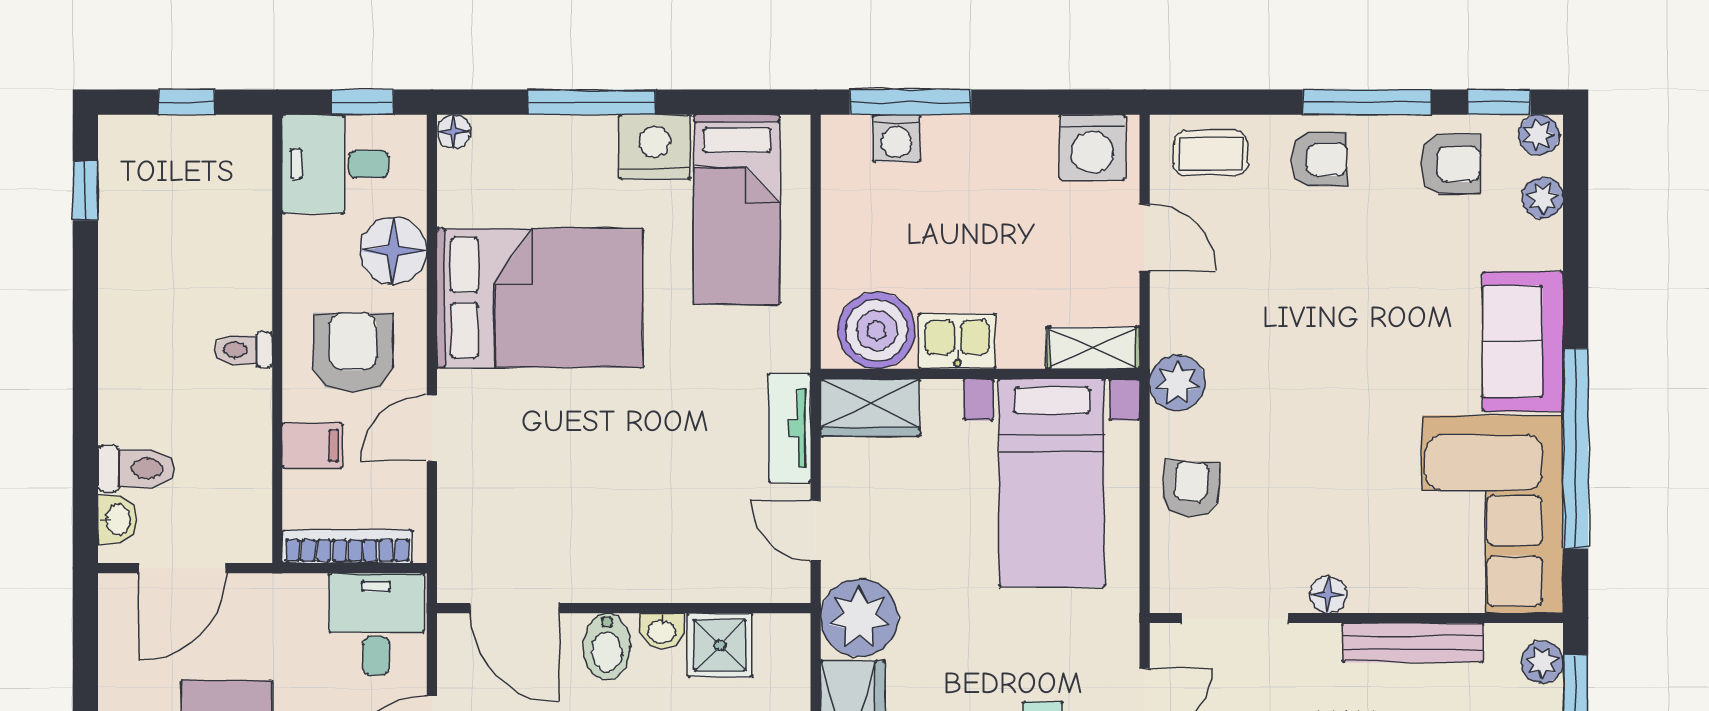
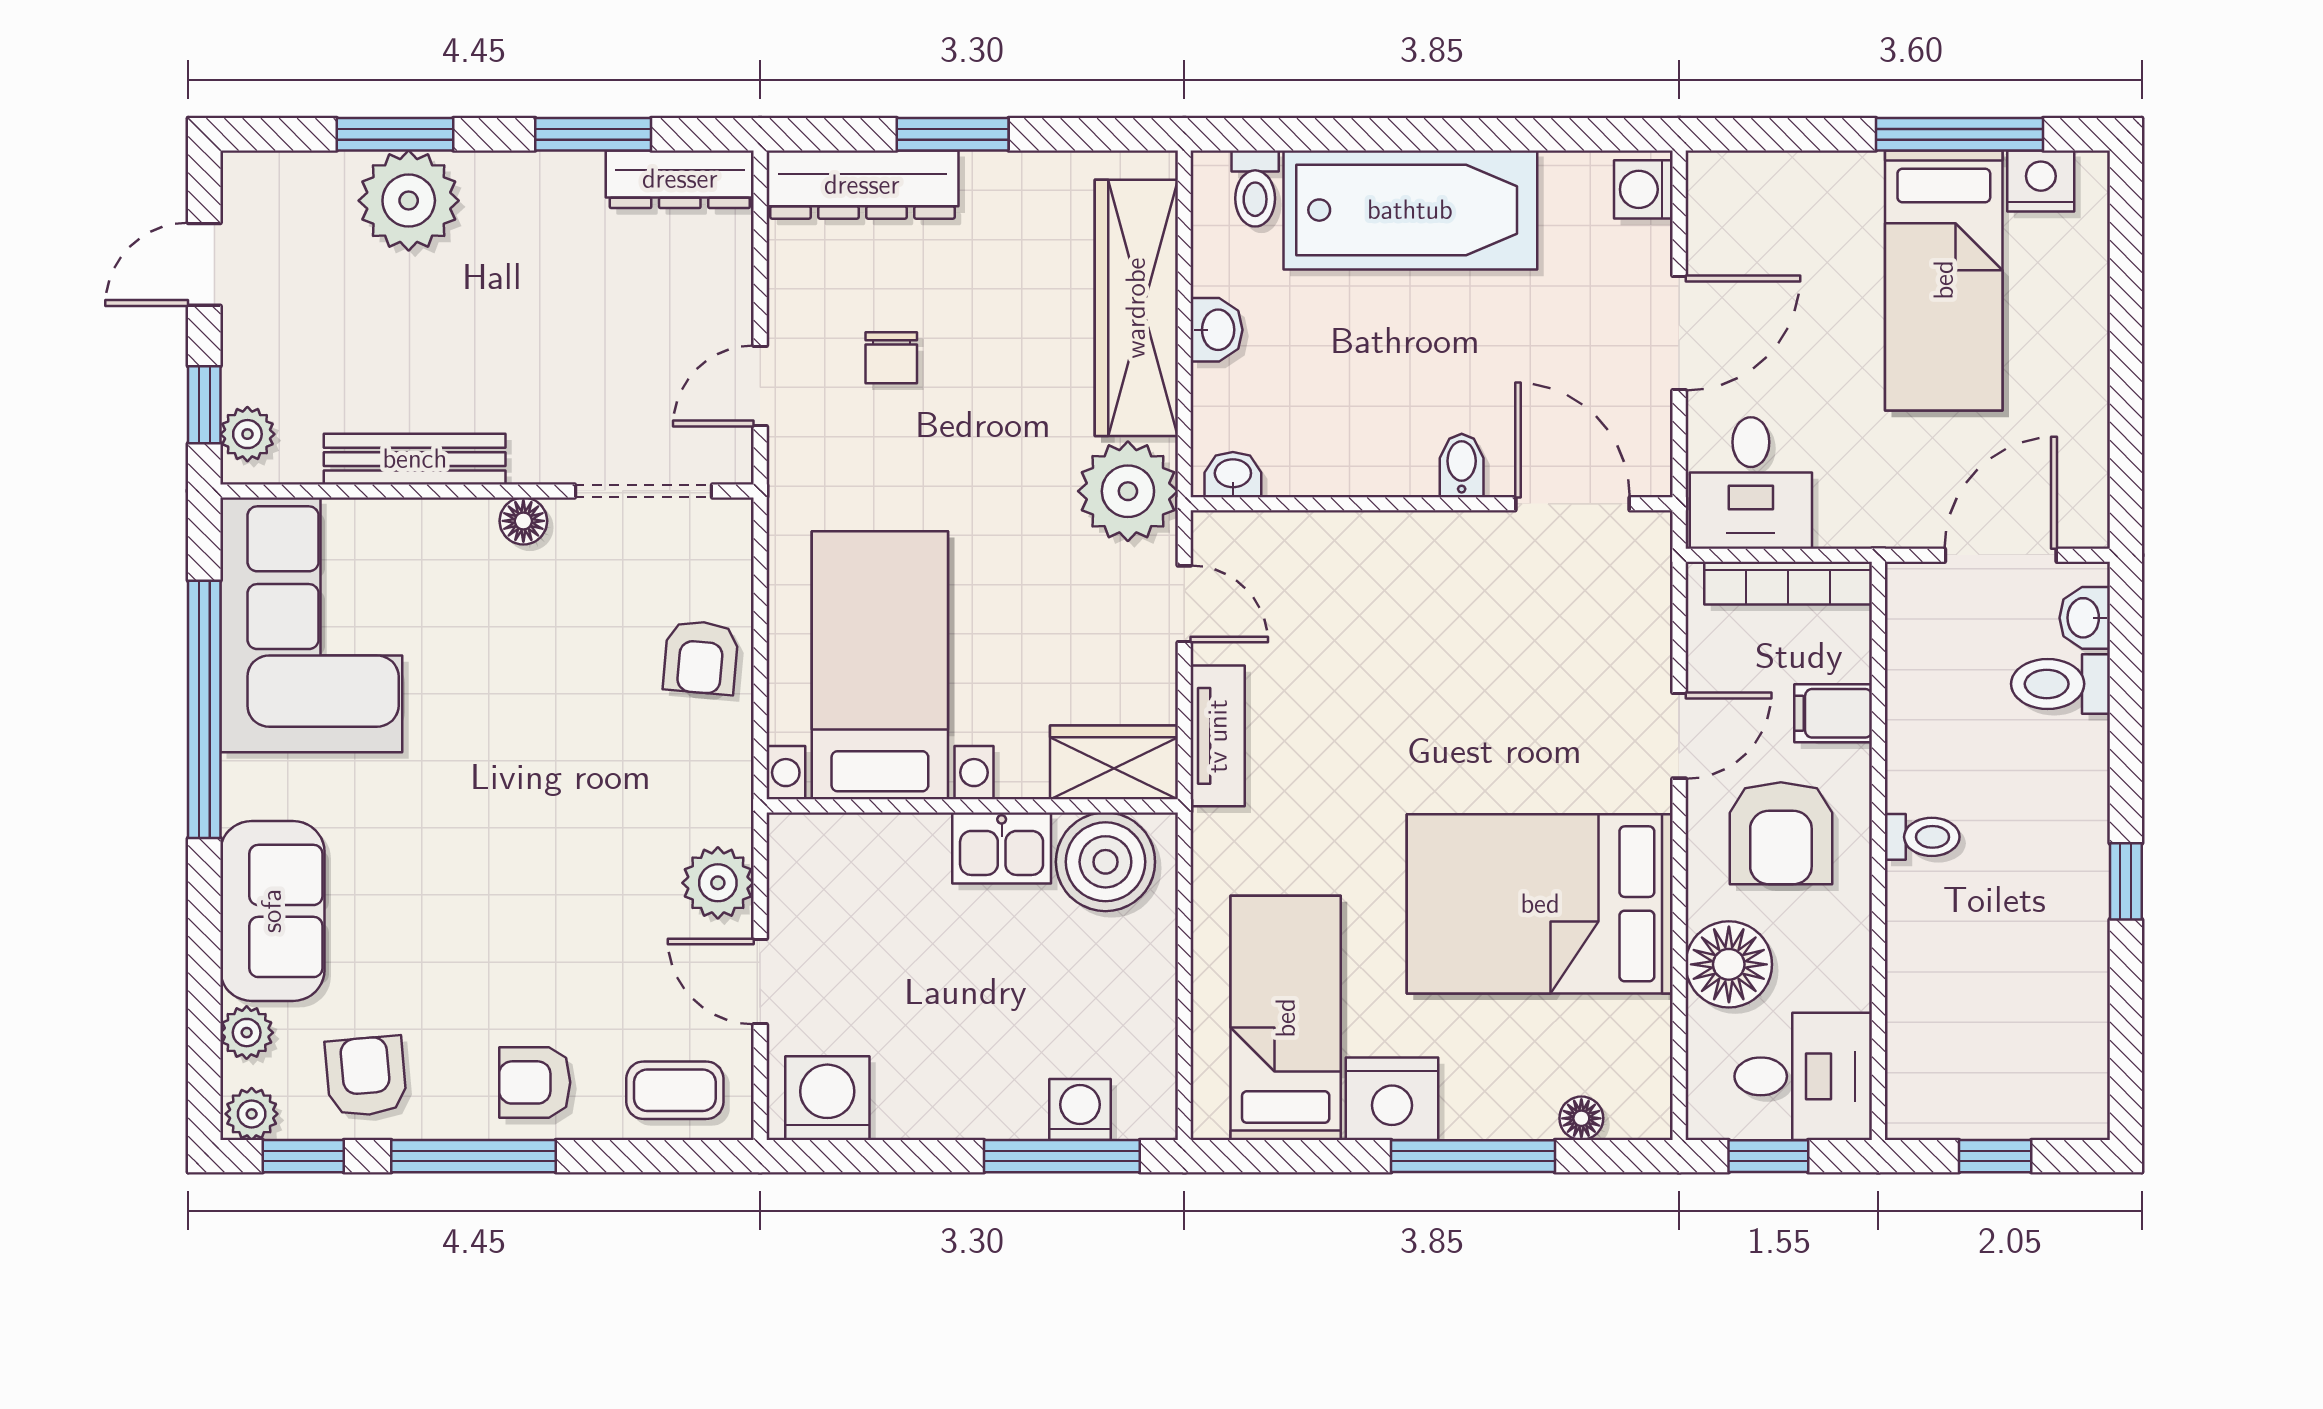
floor lamp: (454, 131) -> (1581, 1118), moved
armchair: (1450, 164) -> (366, 1076), turned 85
window: (85, 191) -> (2126, 881), moved
sofa: (1523, 341) -> (272, 911), moved
shelving: (1093, 348) -> (827, 839), removed
plant: (1177, 383) -> (718, 883), moved
washbasin: (662, 631) -> (1233, 475), moved
shower: (720, 645) -> (1308, 456), removed
bidet: (607, 647) -> (1462, 465), width x0.72, depth x0.74

